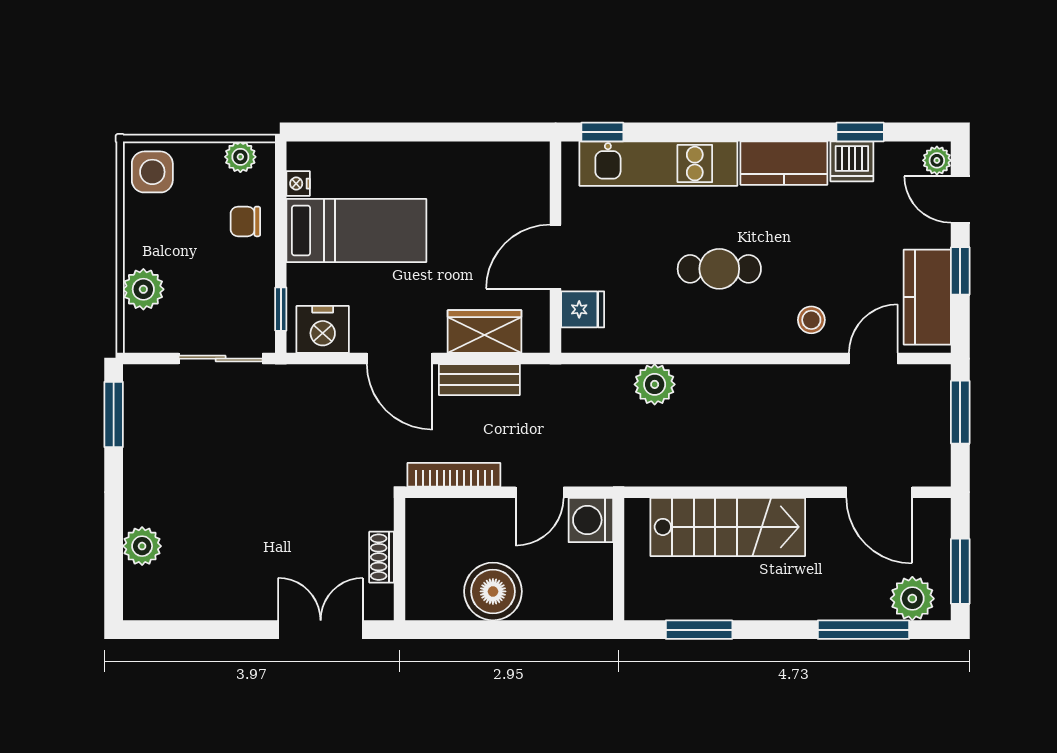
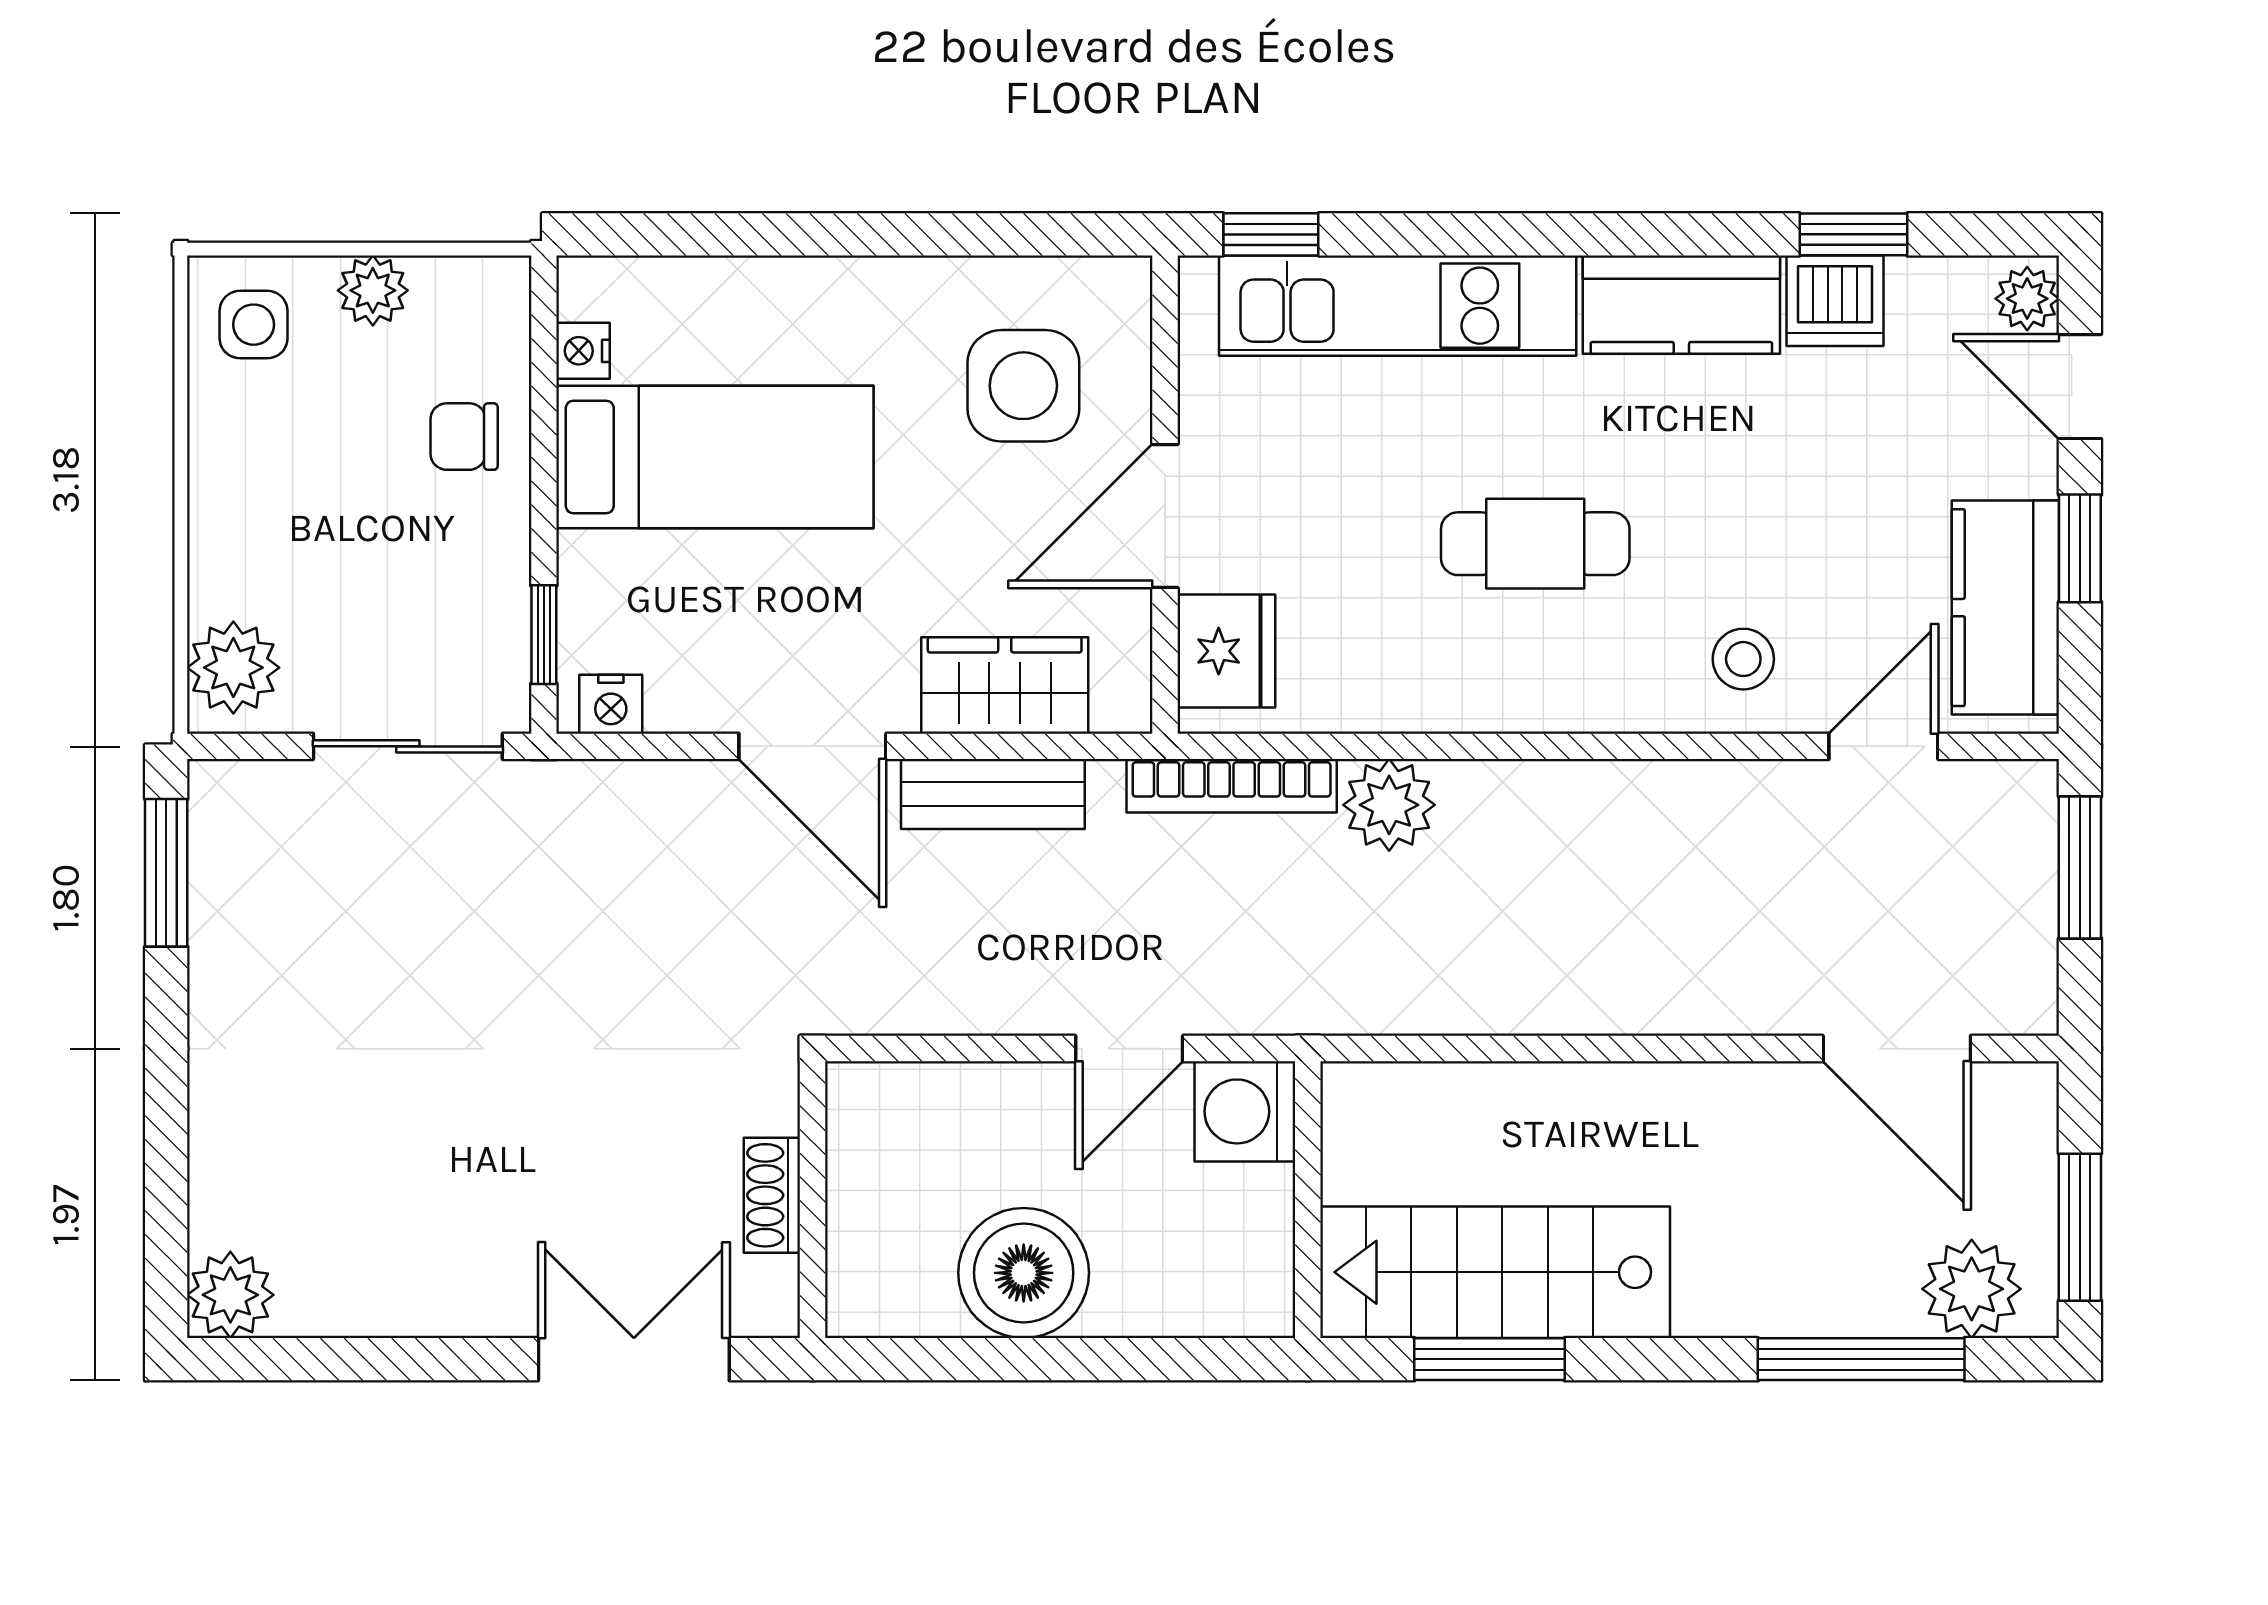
plant: (240, 157) -> (373, 290), moved
side table: (152, 172) -> (254, 325), width x0.73, depth x0.73
side table: (493, 199) -> (1023, 386), added
plant: (143, 289) -> (233, 668), moved
fridge: (583, 309) -> (1226, 651), width x1.38
nightstand: (323, 329) -> (611, 704), width x0.53, depth x0.56
bookcase: (454, 475) -> (1232, 786), moved, turned 180
stairs: (728, 527) -> (1495, 1272), moved, turned 180
plant: (142, 546) -> (230, 1295), moved

